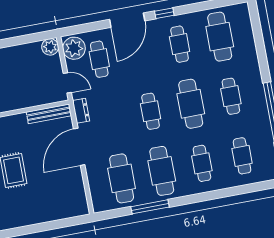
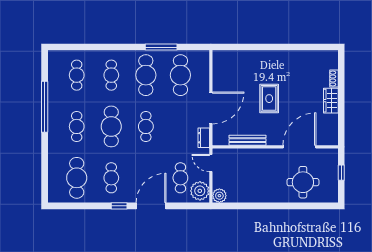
bench: (49, 114) -> (248, 140), moved

